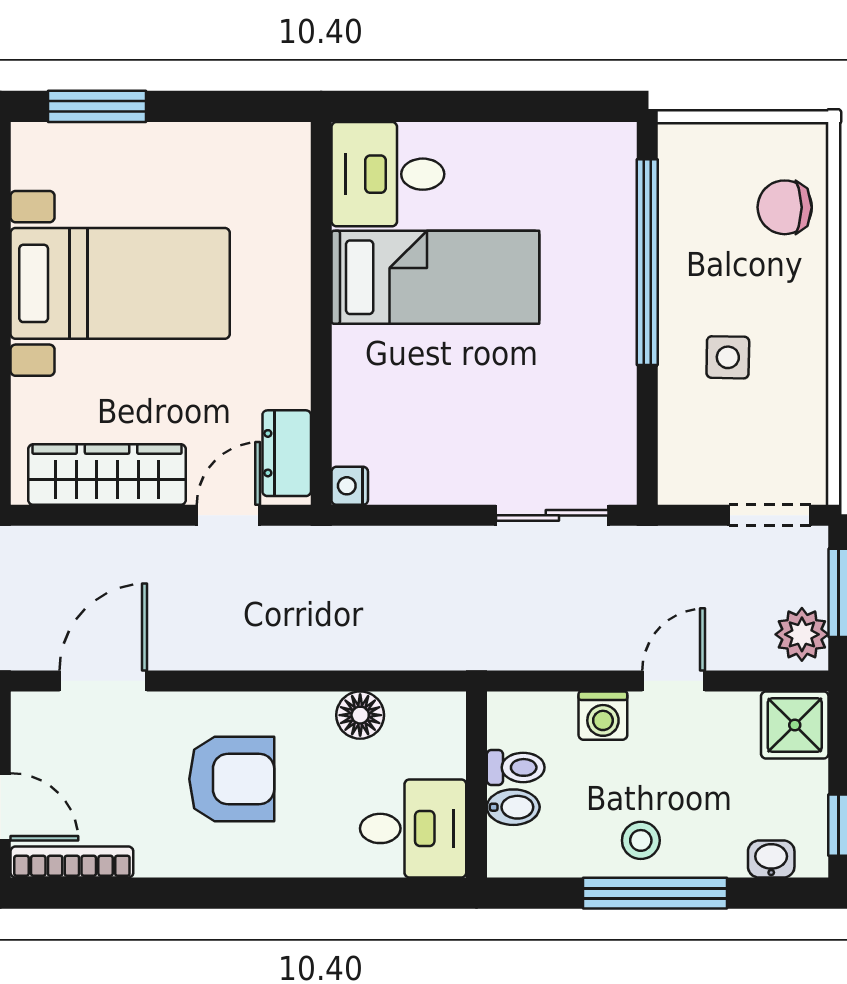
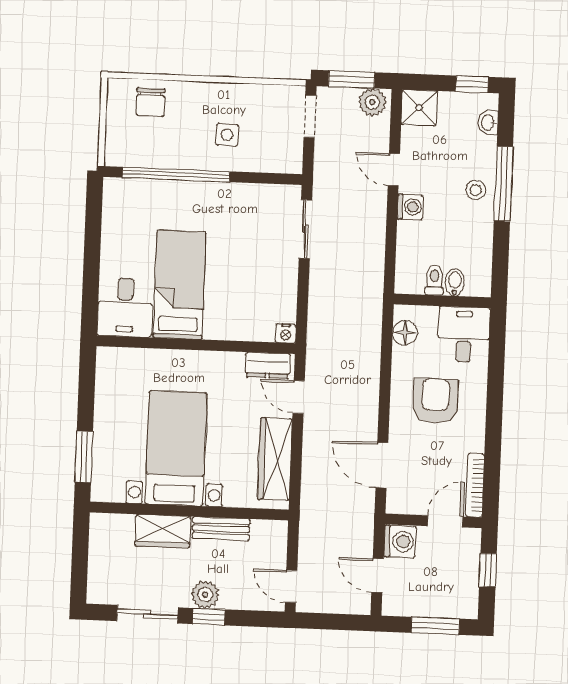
toilet: (516, 767) -> (434, 280), moved
wall: (476, 785) -> (442, 301), moved
bidet: (513, 807) -> (455, 282), moved
desk: (413, 828) -> (464, 335), moved

